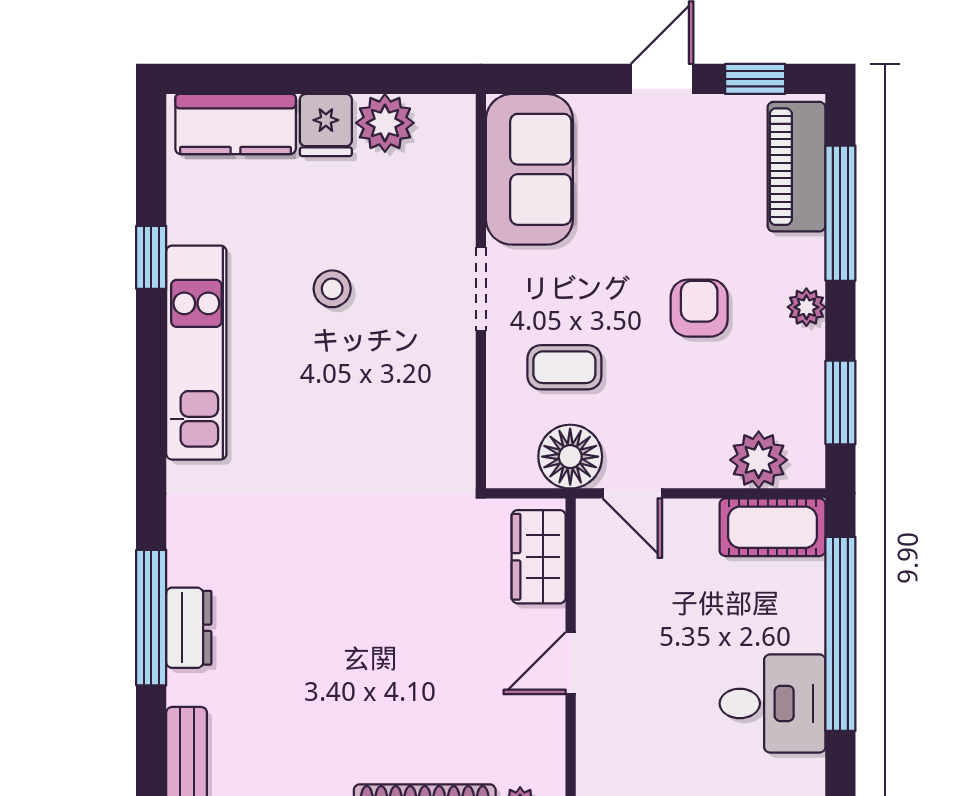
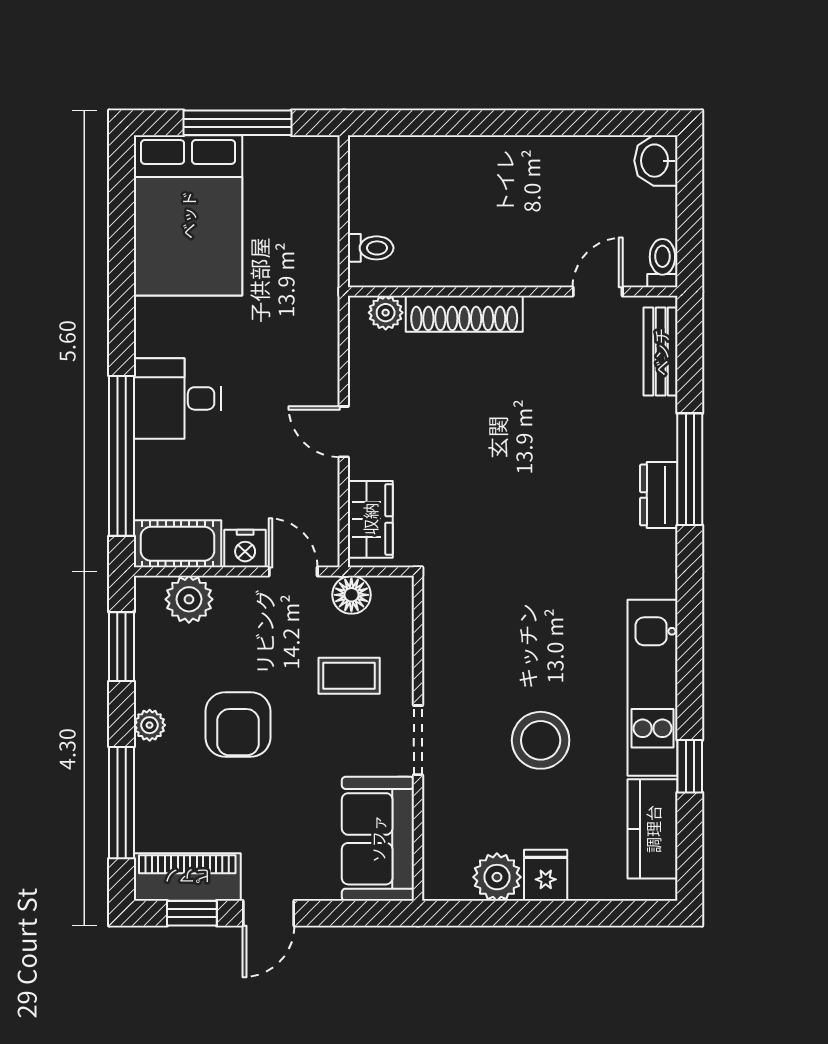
kitchen counter: (236, 124) -> (653, 829), moved, turned -90
piano: (796, 167) -> (187, 877), moved, turned -90
stool: (332, 289) -> (541, 740), width x1.89, depth x1.89
armchair: (699, 308) -> (238, 724), width x1.38, depth x1.38
floor lamp: (570, 457) -> (351, 595), width x0.73, depth x0.73
nightstand: (691, 521) -> (245, 548), added
dresser: (189, 628) -> (659, 495), moved
door: (571, 663) -> (344, 432), swing flipped

